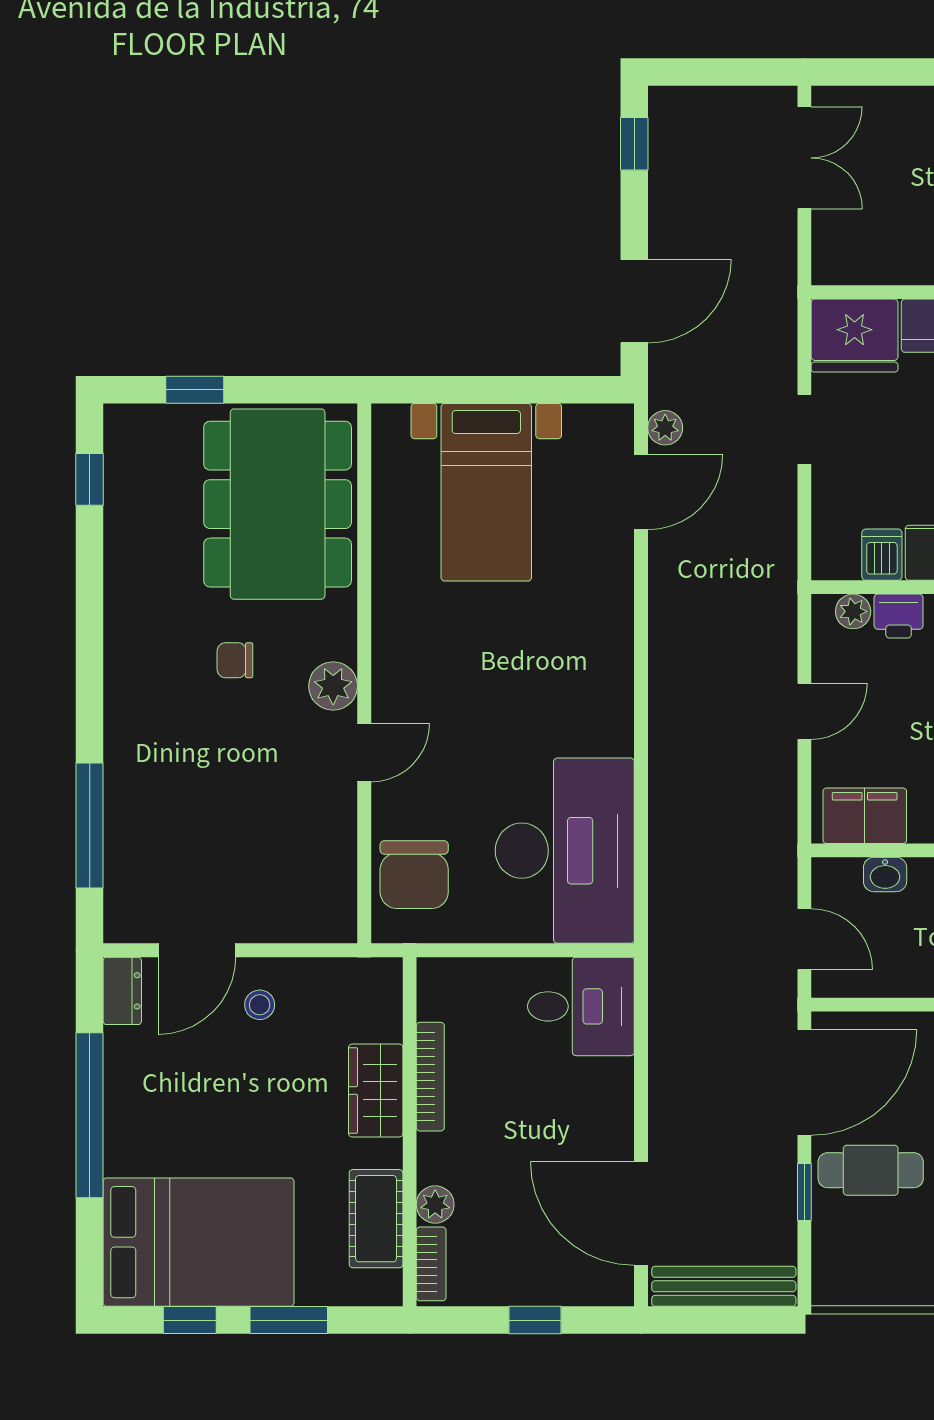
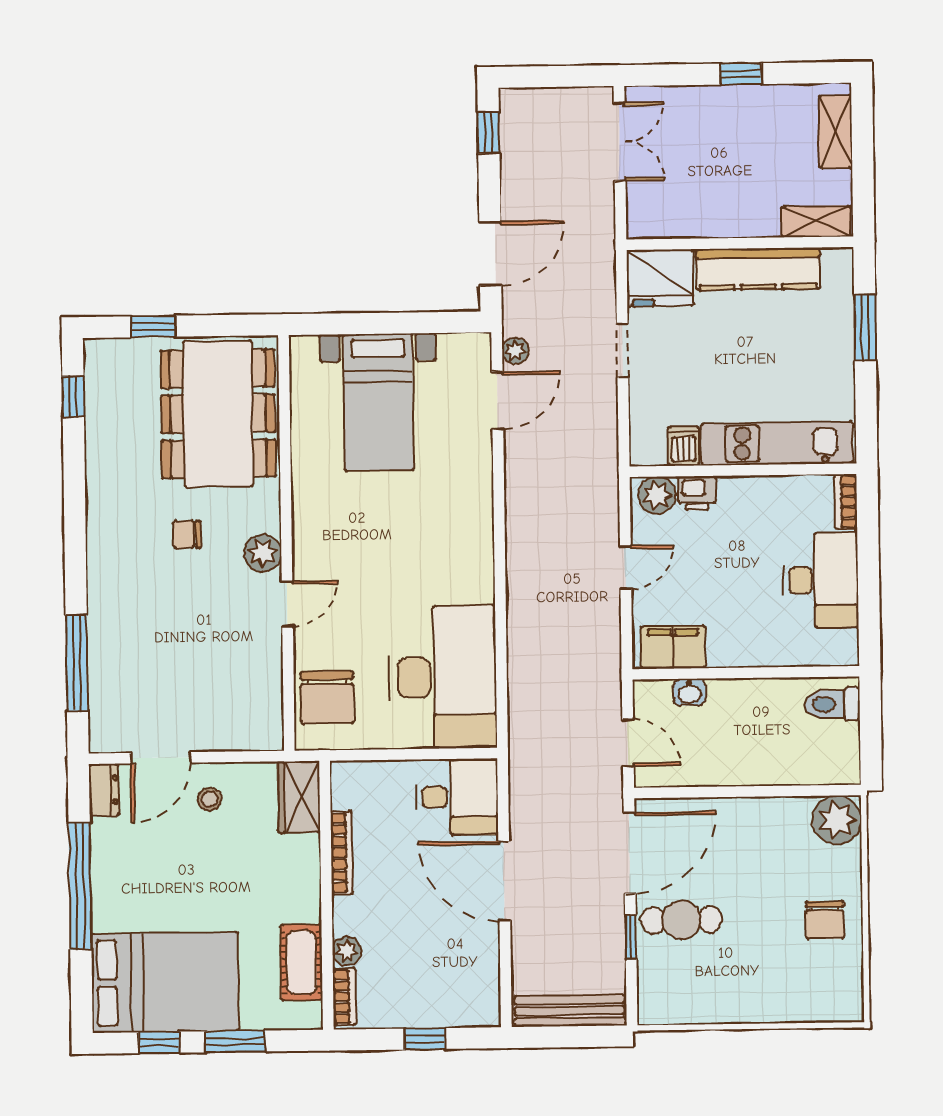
plant: (853, 611) -> (657, 495), width x1.38, depth x1.38
wardrobe: (376, 1091) -> (299, 797), moved
door: (641, 1214) -> (504, 881), moved

